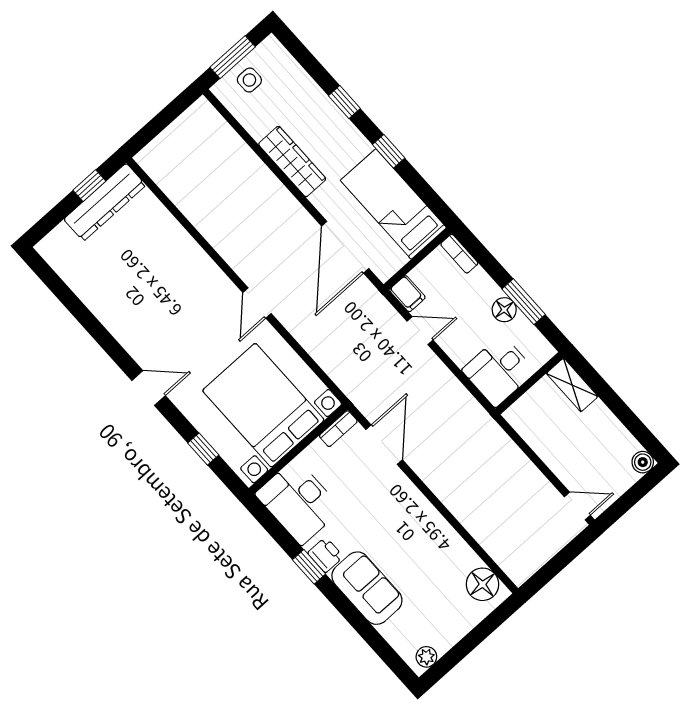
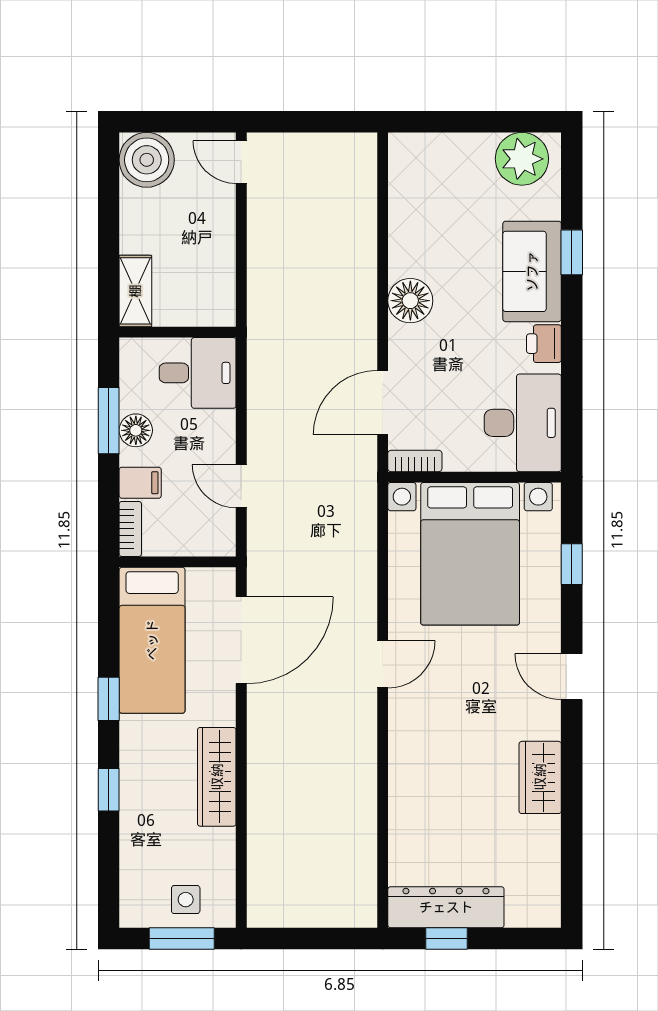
filing cabinet: (407, 294) -> (140, 483), moved, turned 90
wardrobe: (117, 318) -> (540, 777), added
boiler: (643, 462) -> (147, 160), width x1.86, depth x1.86
window: (309, 567) -> (572, 252), moved
floor lamp: (482, 584) -> (410, 301), moved
plant: (426, 657) -> (522, 159), width x1.87, depth x1.87

